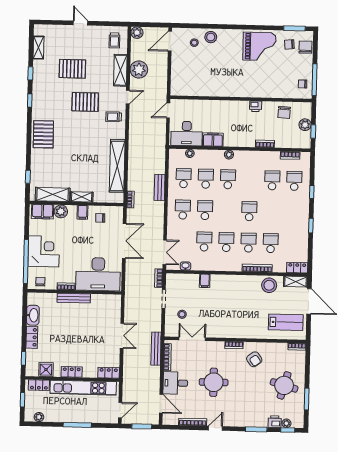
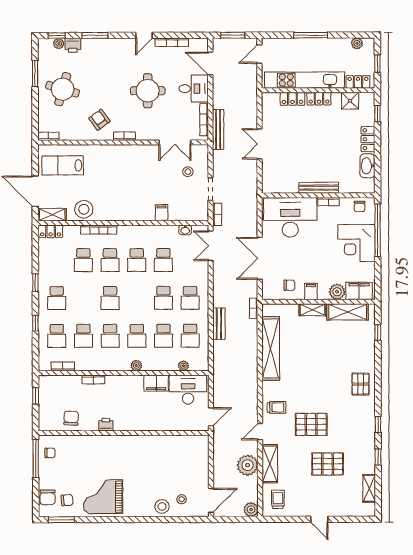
plant: (305, 125) -> (46, 404), removed
pallet: (43, 134) -> (361, 384), width x0.67, depth x0.71
school desk: (250, 180) -> (110, 336), added
school desk: (294, 212) -> (57, 298), added
locker: (109, 373) -> (292, 99), moved

